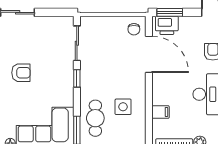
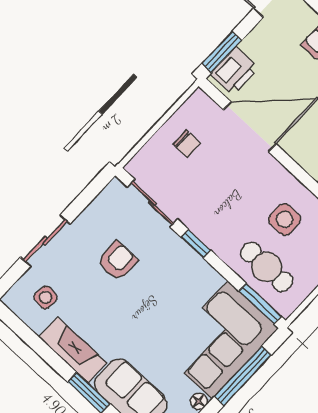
chair: (134, 29) -> (187, 144), moved
armchair: (21, 73) -> (117, 261), moved

